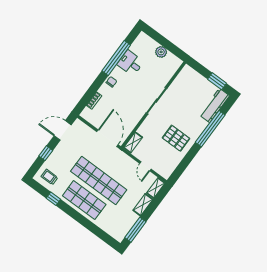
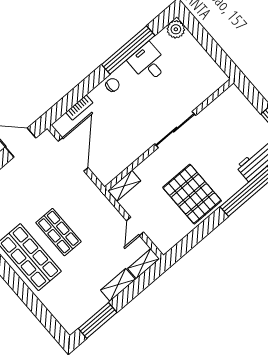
plant: (161, 52) -> (176, 29), moved
door: (107, 138) -> (73, 154), moved
pallet: (176, 138) -> (192, 194), width x1.37, depth x1.41
shop shelf: (99, 180) -> (58, 232), width x0.50, depth x0.74

